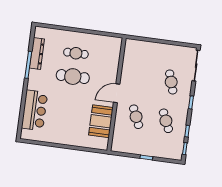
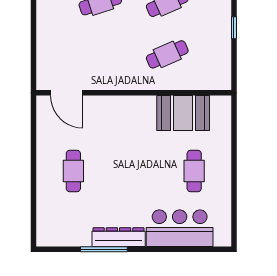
dresser: (37, 53) -> (119, 237), moved
cafe table: (73, 77) -> (194, 171), moved, width x0.73, depth x0.74
door: (117, 93) -> (67, 93), moved

